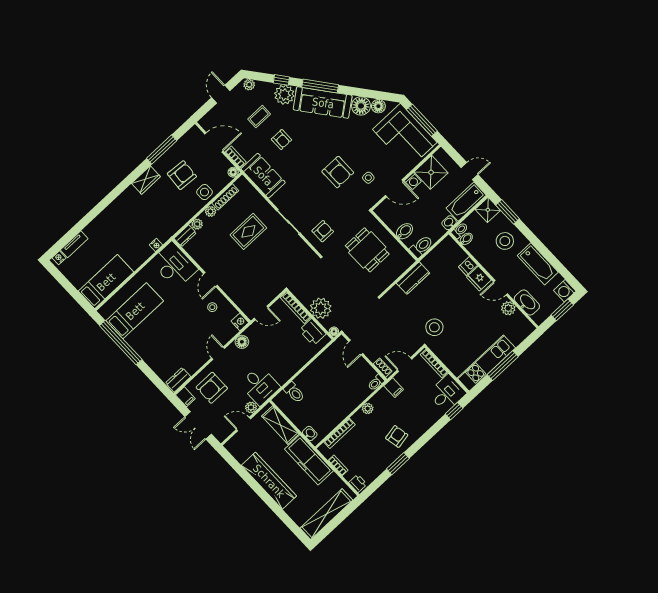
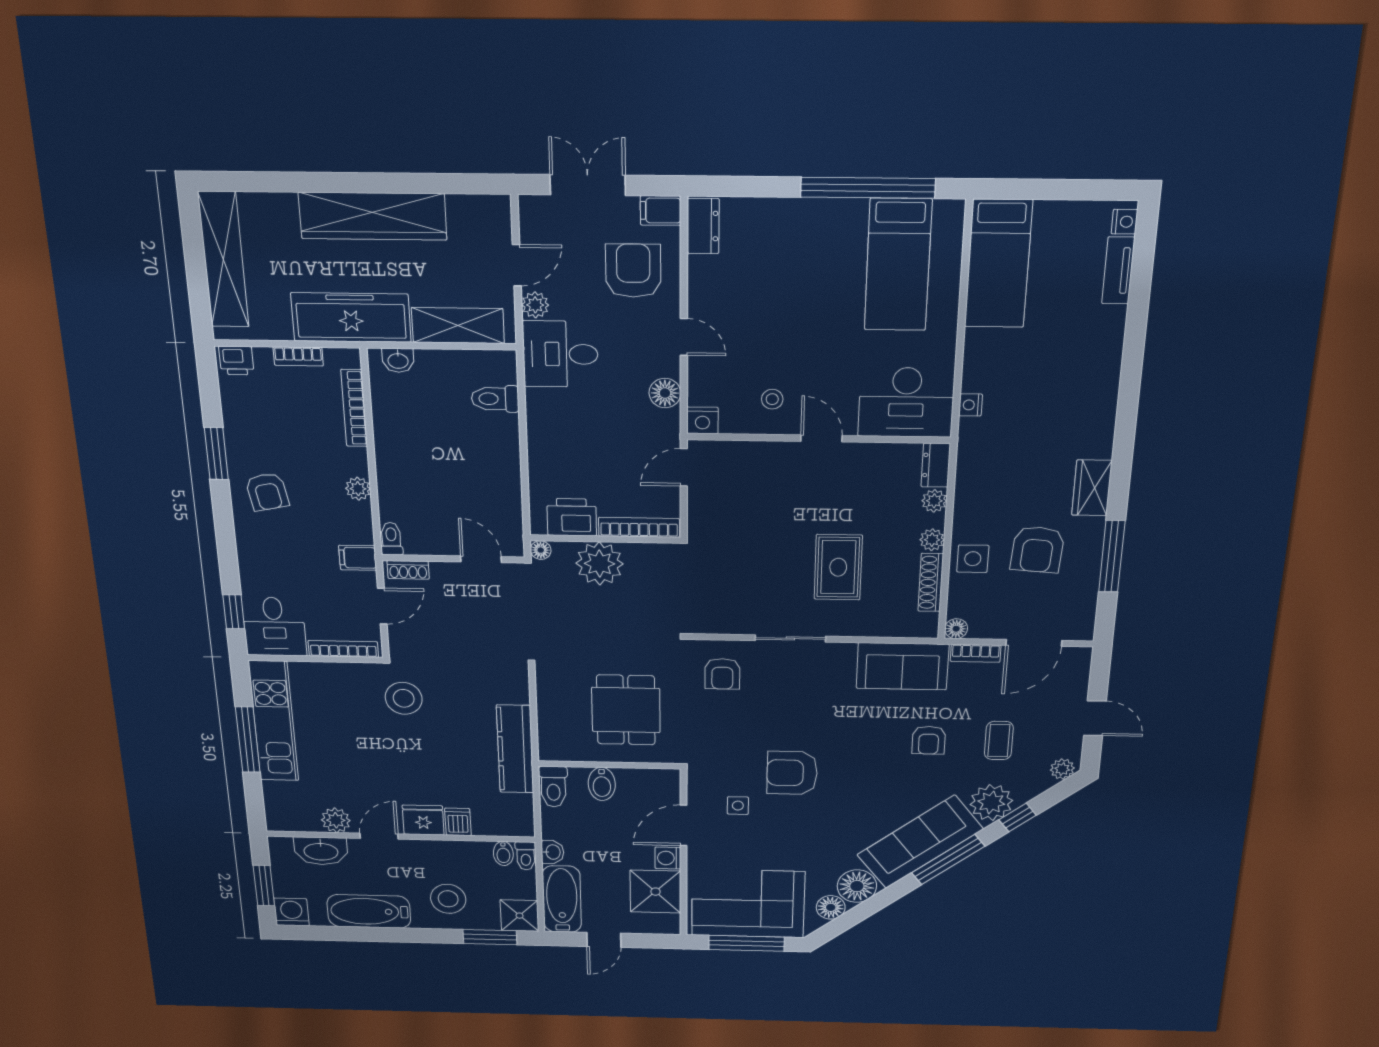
armchair: (281, 140) -> (929, 740), turned -90
dining table: (367, 250) -> (626, 710), turned 90
kitchen counter: (413, 278) -> (515, 749), width x1.50

